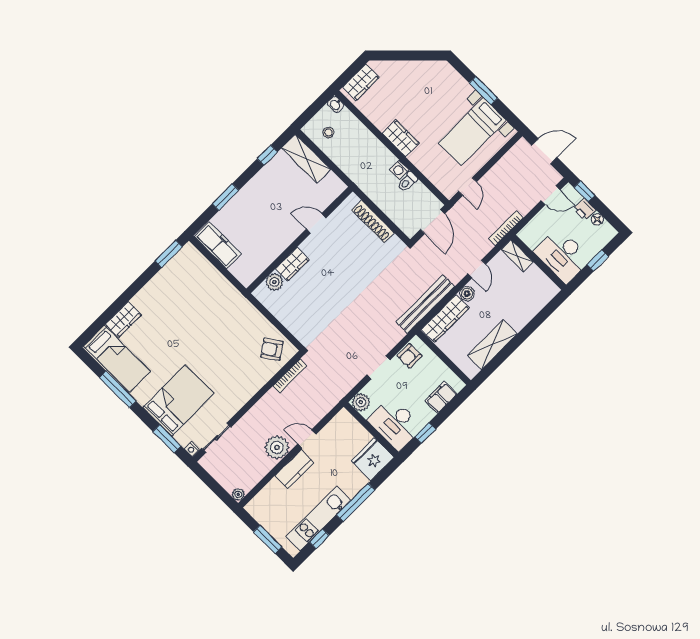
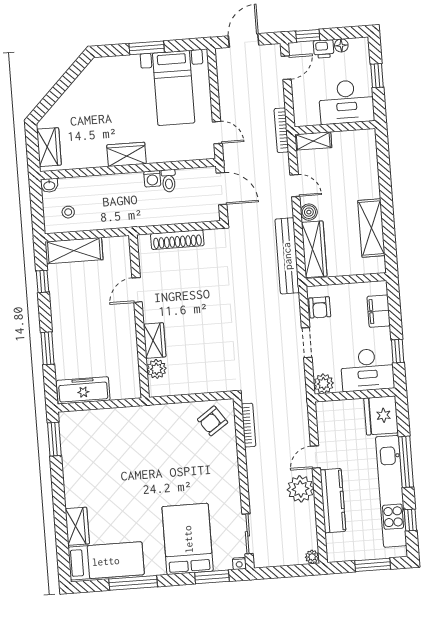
kitchen counter: (294, 469) -> (333, 501), width x1.50
kitchen unit: (318, 519) -> (391, 491), width x1.36

